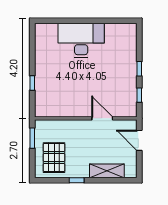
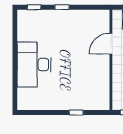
window: (139, 95) -> (34, 7), moved

